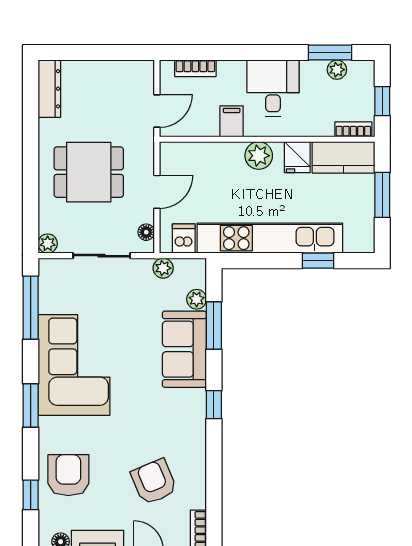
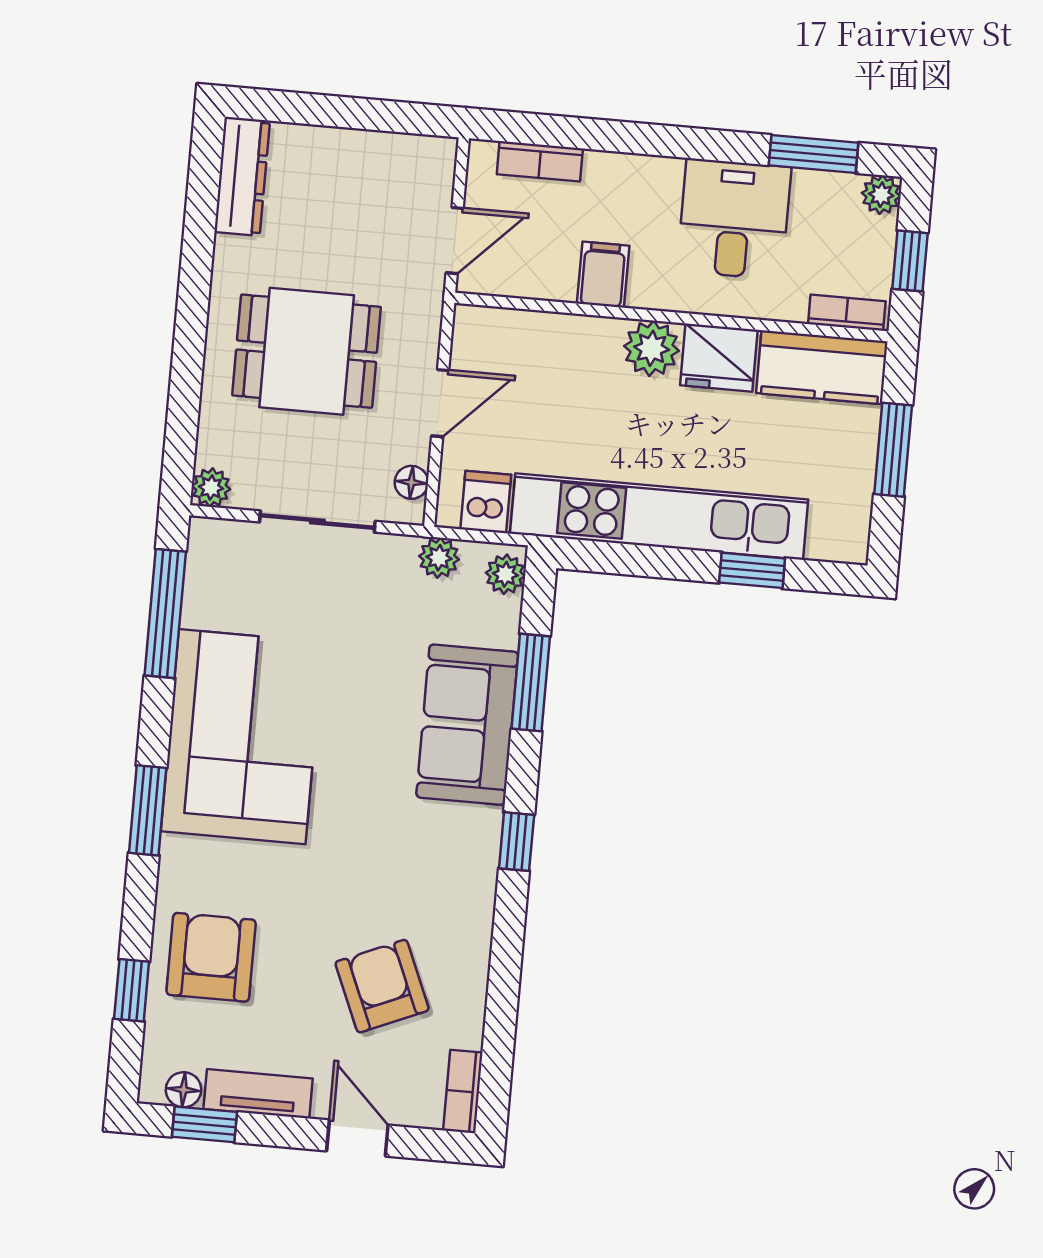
plant: (337, 70) -> (881, 195), moved
desk: (273, 88) -> (734, 219), moved
fridge: (297, 157) -> (719, 358), width x1.38
plant: (197, 299) -> (505, 574), moved

